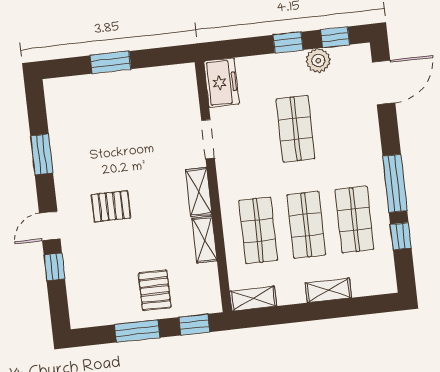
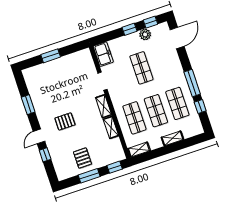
pallet: (155, 290) -> (82, 158), moved

